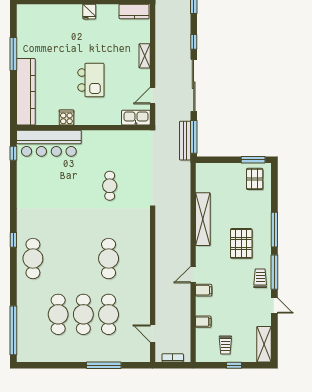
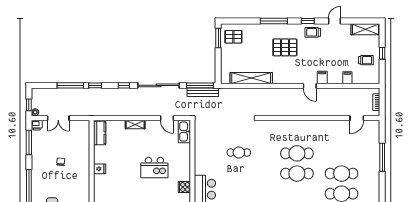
kitchen island: (91, 80) -> (154, 168), turned 180
shelving: (203, 219) -> (251, 78), moved
window: (274, 272) -> (308, 21), width x0.46
cafe table: (109, 314) -> (297, 174), moved

